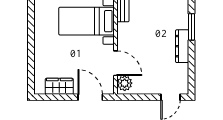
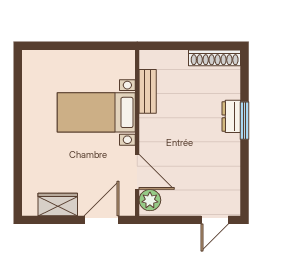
dresser: (182, 46) -> (231, 116), moved, width x0.70
door: (90, 97) -> (101, 220), hinge flipped

